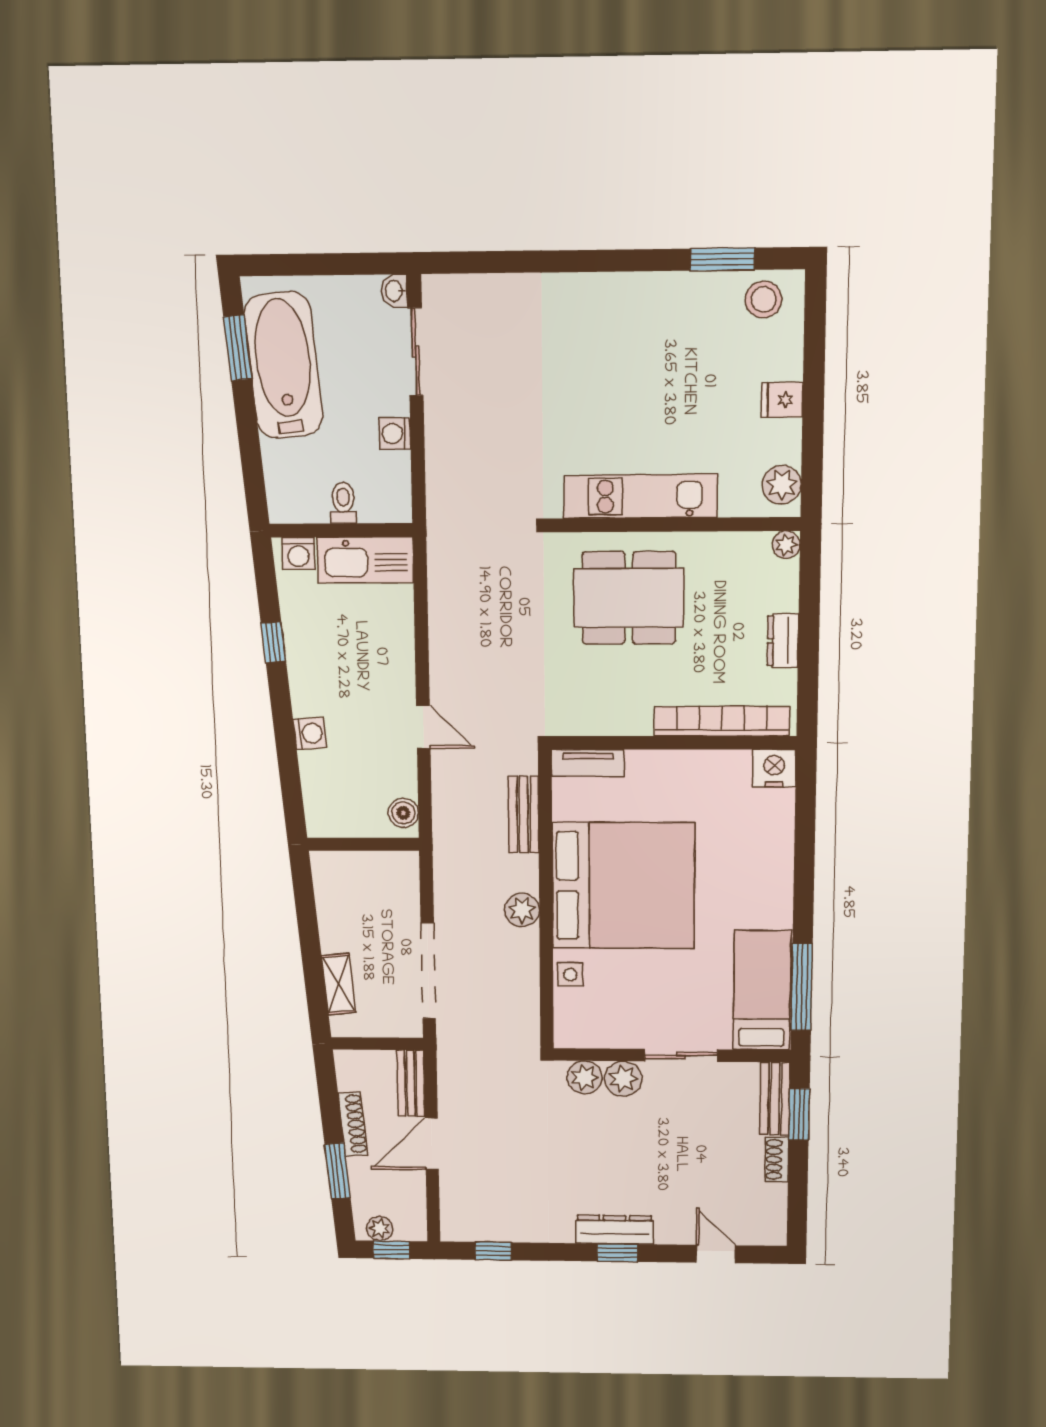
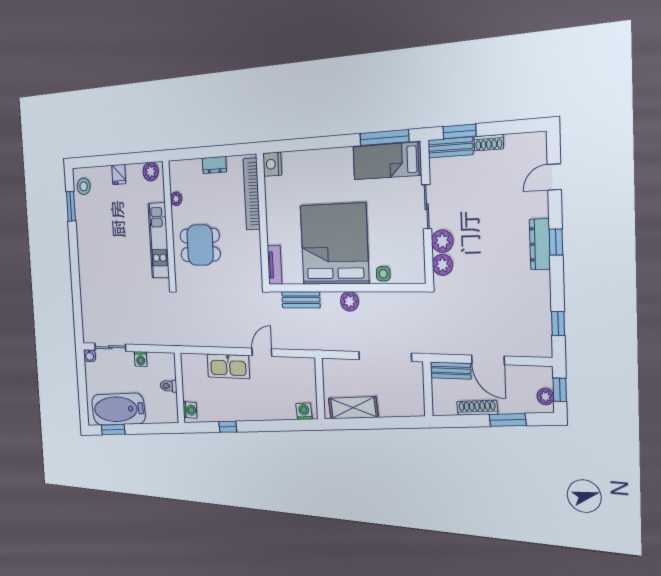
plant: (786, 545) -> (176, 199), moved
kitchen sink: (365, 560) -> (228, 366), moved, turned 90
dining table: (629, 598) -> (200, 245), width x0.73
washing machine: (310, 733) -> (304, 411), moved
boiler: (403, 813) -> (303, 365), removed
shelving: (339, 984) -> (353, 408), moved, width x1.50, depth x1.33

